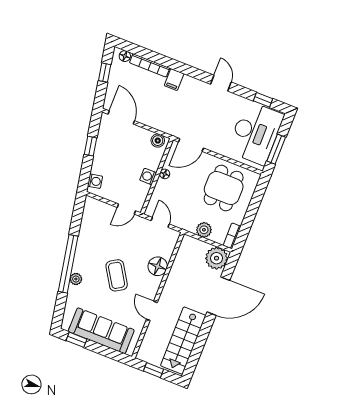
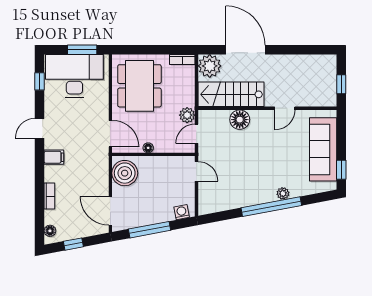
bookcase: (150, 65) -> (49, 196), width x0.64
filing cabinet: (174, 80) -> (54, 157), moved
door: (121, 117) -> (110, 211), hinge flipped
boiler: (158, 141) -> (125, 173), width x1.86, depth x1.86
window: (91, 146) -> (150, 230), width x2.17
washing machine: (148, 176) -> (157, 163), removed
dining table: (224, 188) -> (139, 86), width x1.38
plant: (204, 230) -> (187, 115), moved
coffee table: (117, 275) -> (264, 156), removed
stairs: (183, 341) -> (231, 94), moved, turned 180

